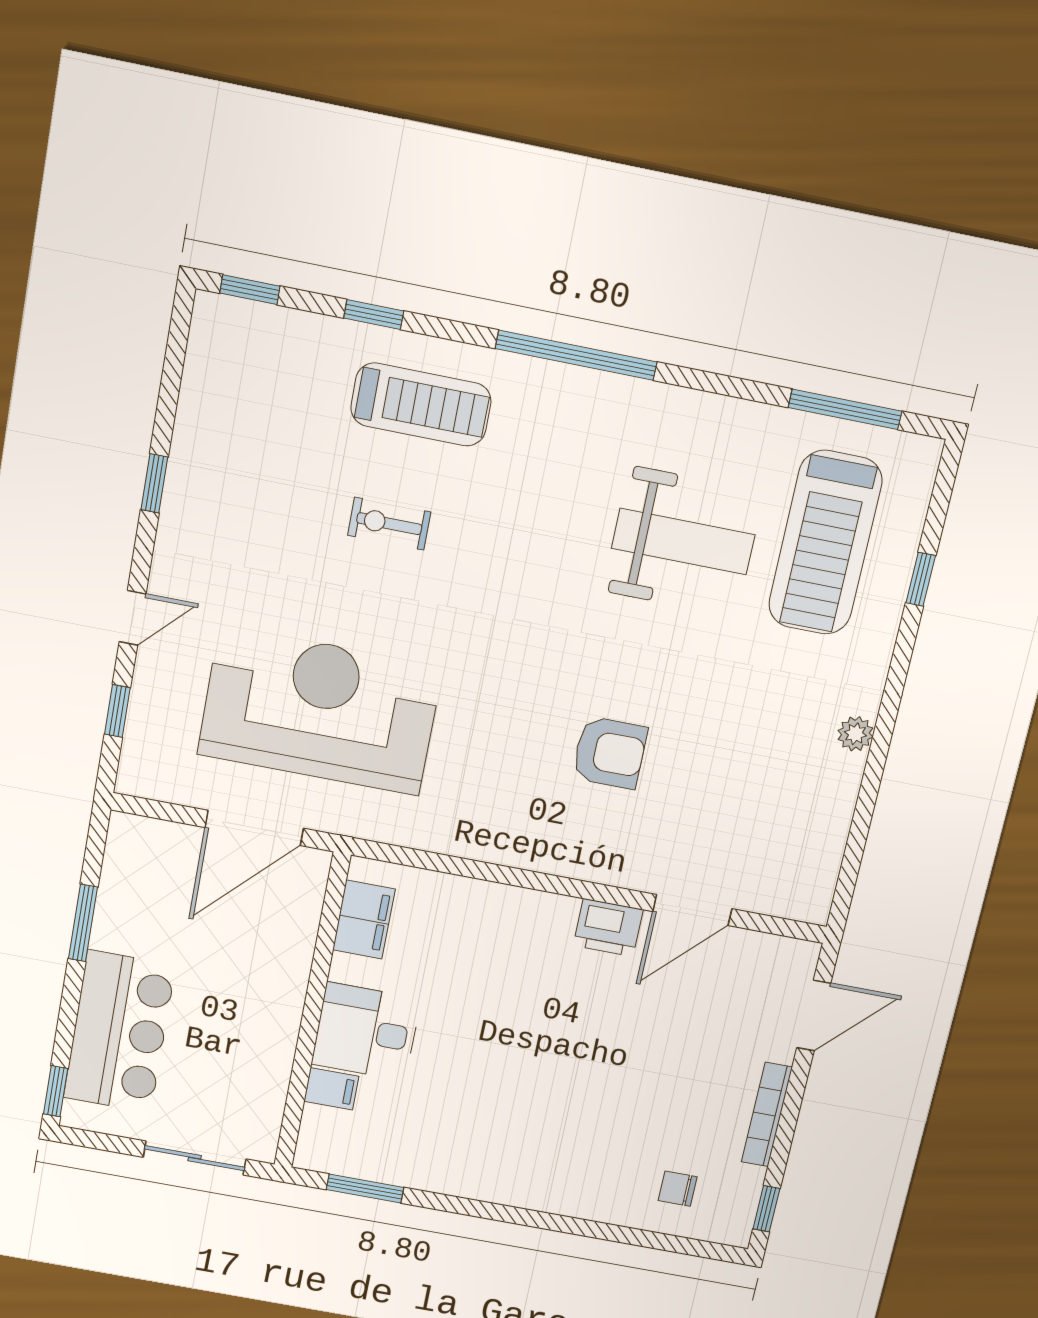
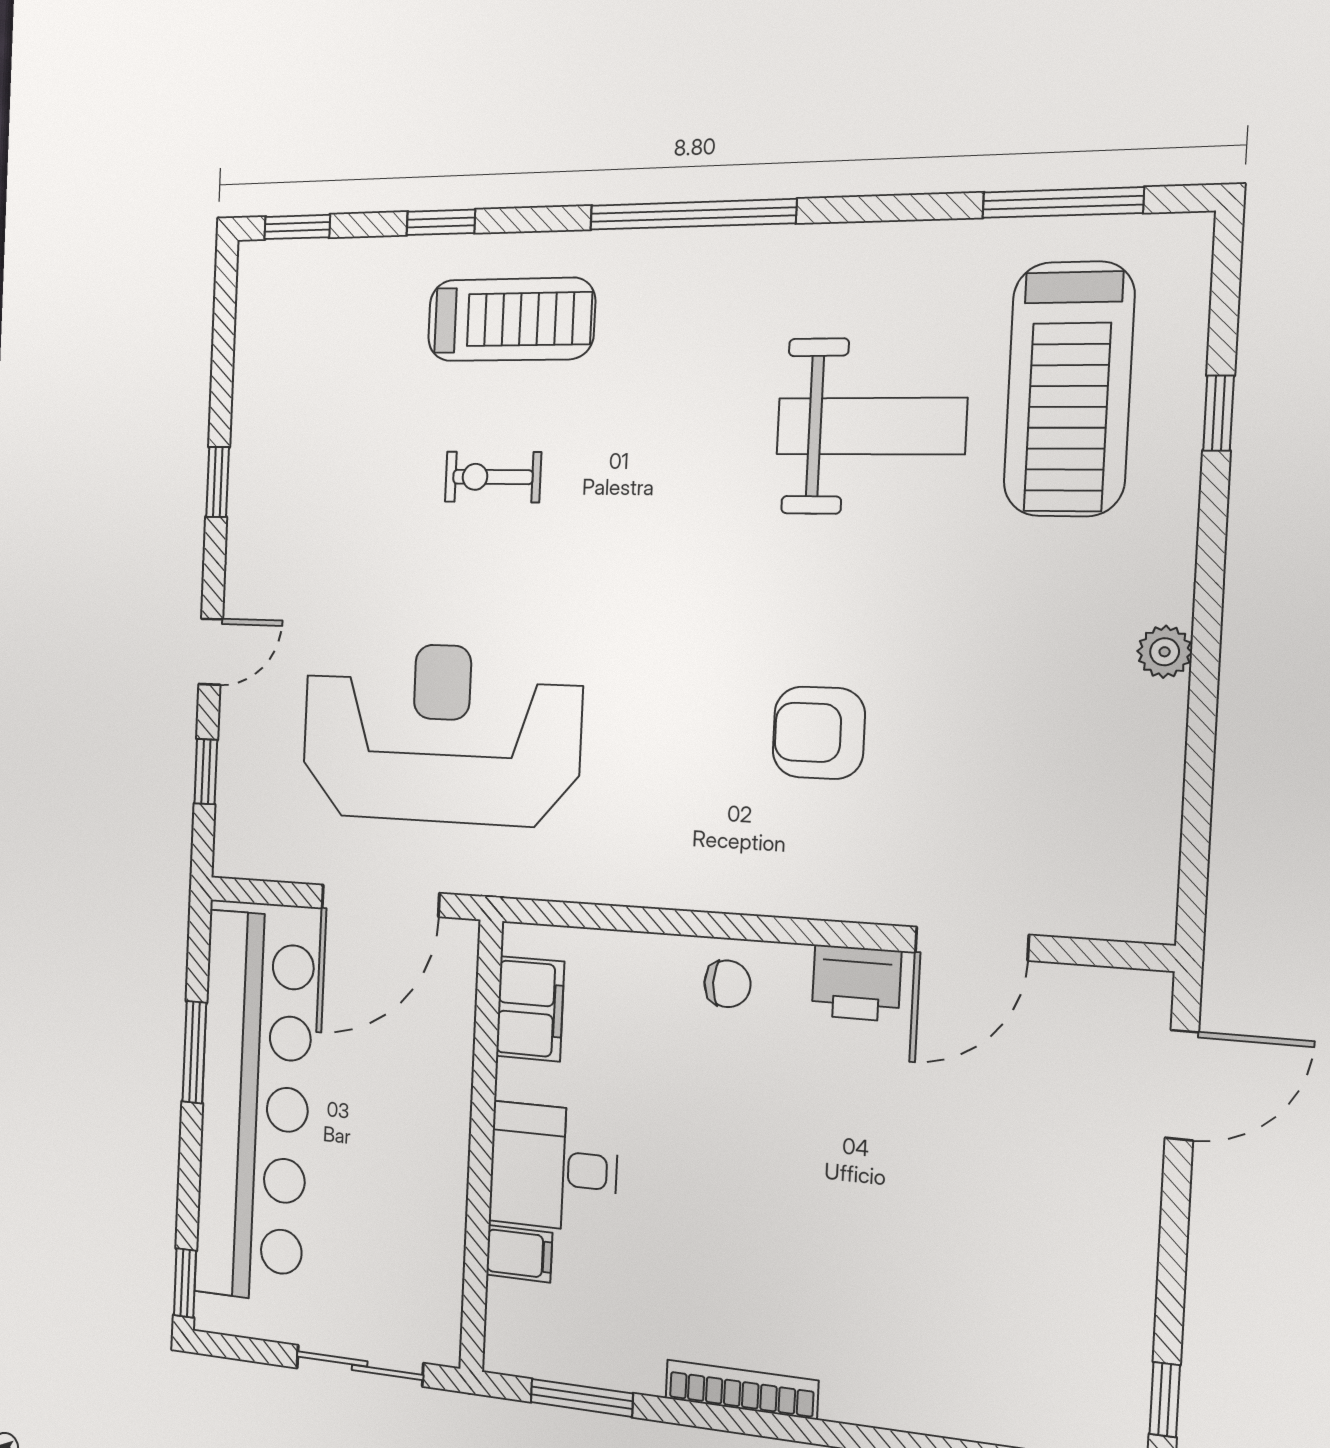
armchair: (610, 753) -> (819, 733), turned 180
bar counter: (119, 1032) -> (254, 1106), width x1.86
bookcase: (767, 1115) -> (741, 1389), moved, turned 90
chair: (678, 1189) -> (727, 984), moved, turned 180

